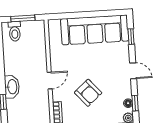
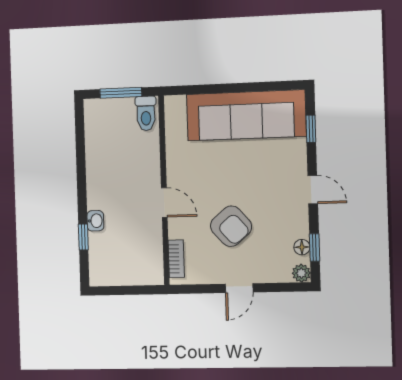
toilet: (15, 31) -> (146, 113), moved
door: (50, 81) -> (164, 203), hinge flipped
washbasin: (12, 87) -> (95, 221), width x0.52, depth x0.69

